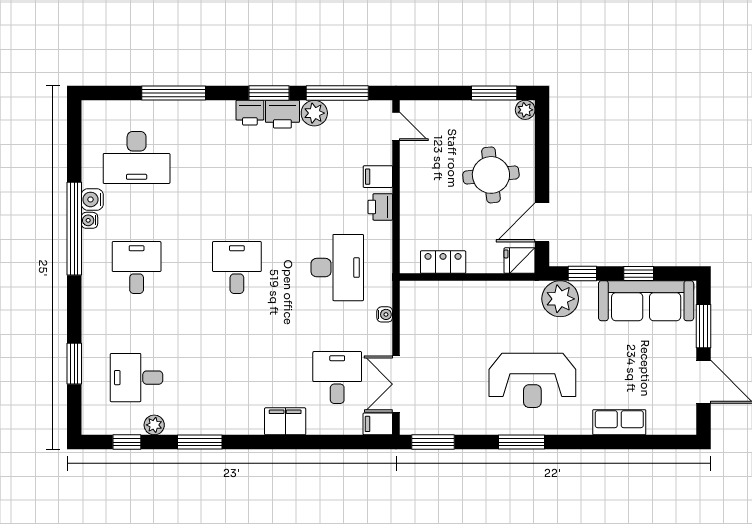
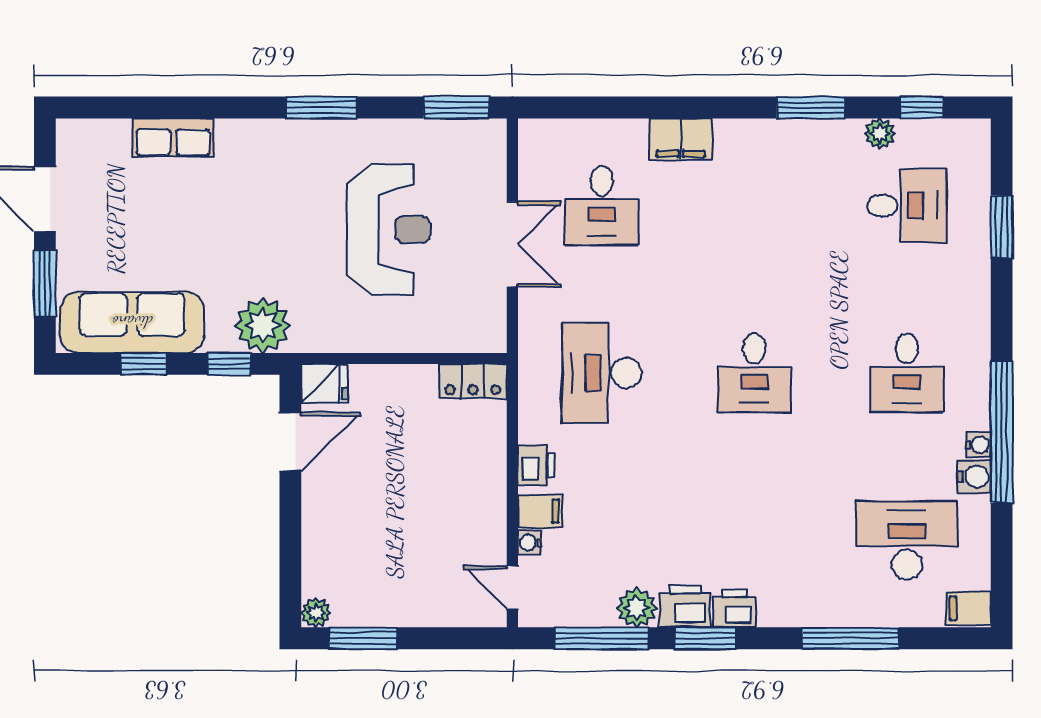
round table: (491, 175) -> (368, 514), removed
locker: (443, 262) -> (473, 381), moved
water cooler: (385, 314) -> (530, 542), moved
reception desk: (532, 380) -> (389, 230), moved, turned 90
double door: (396, 384) -> (512, 244), moved
filing cabinet: (378, 424) -> (969, 608), moved, turned 180

